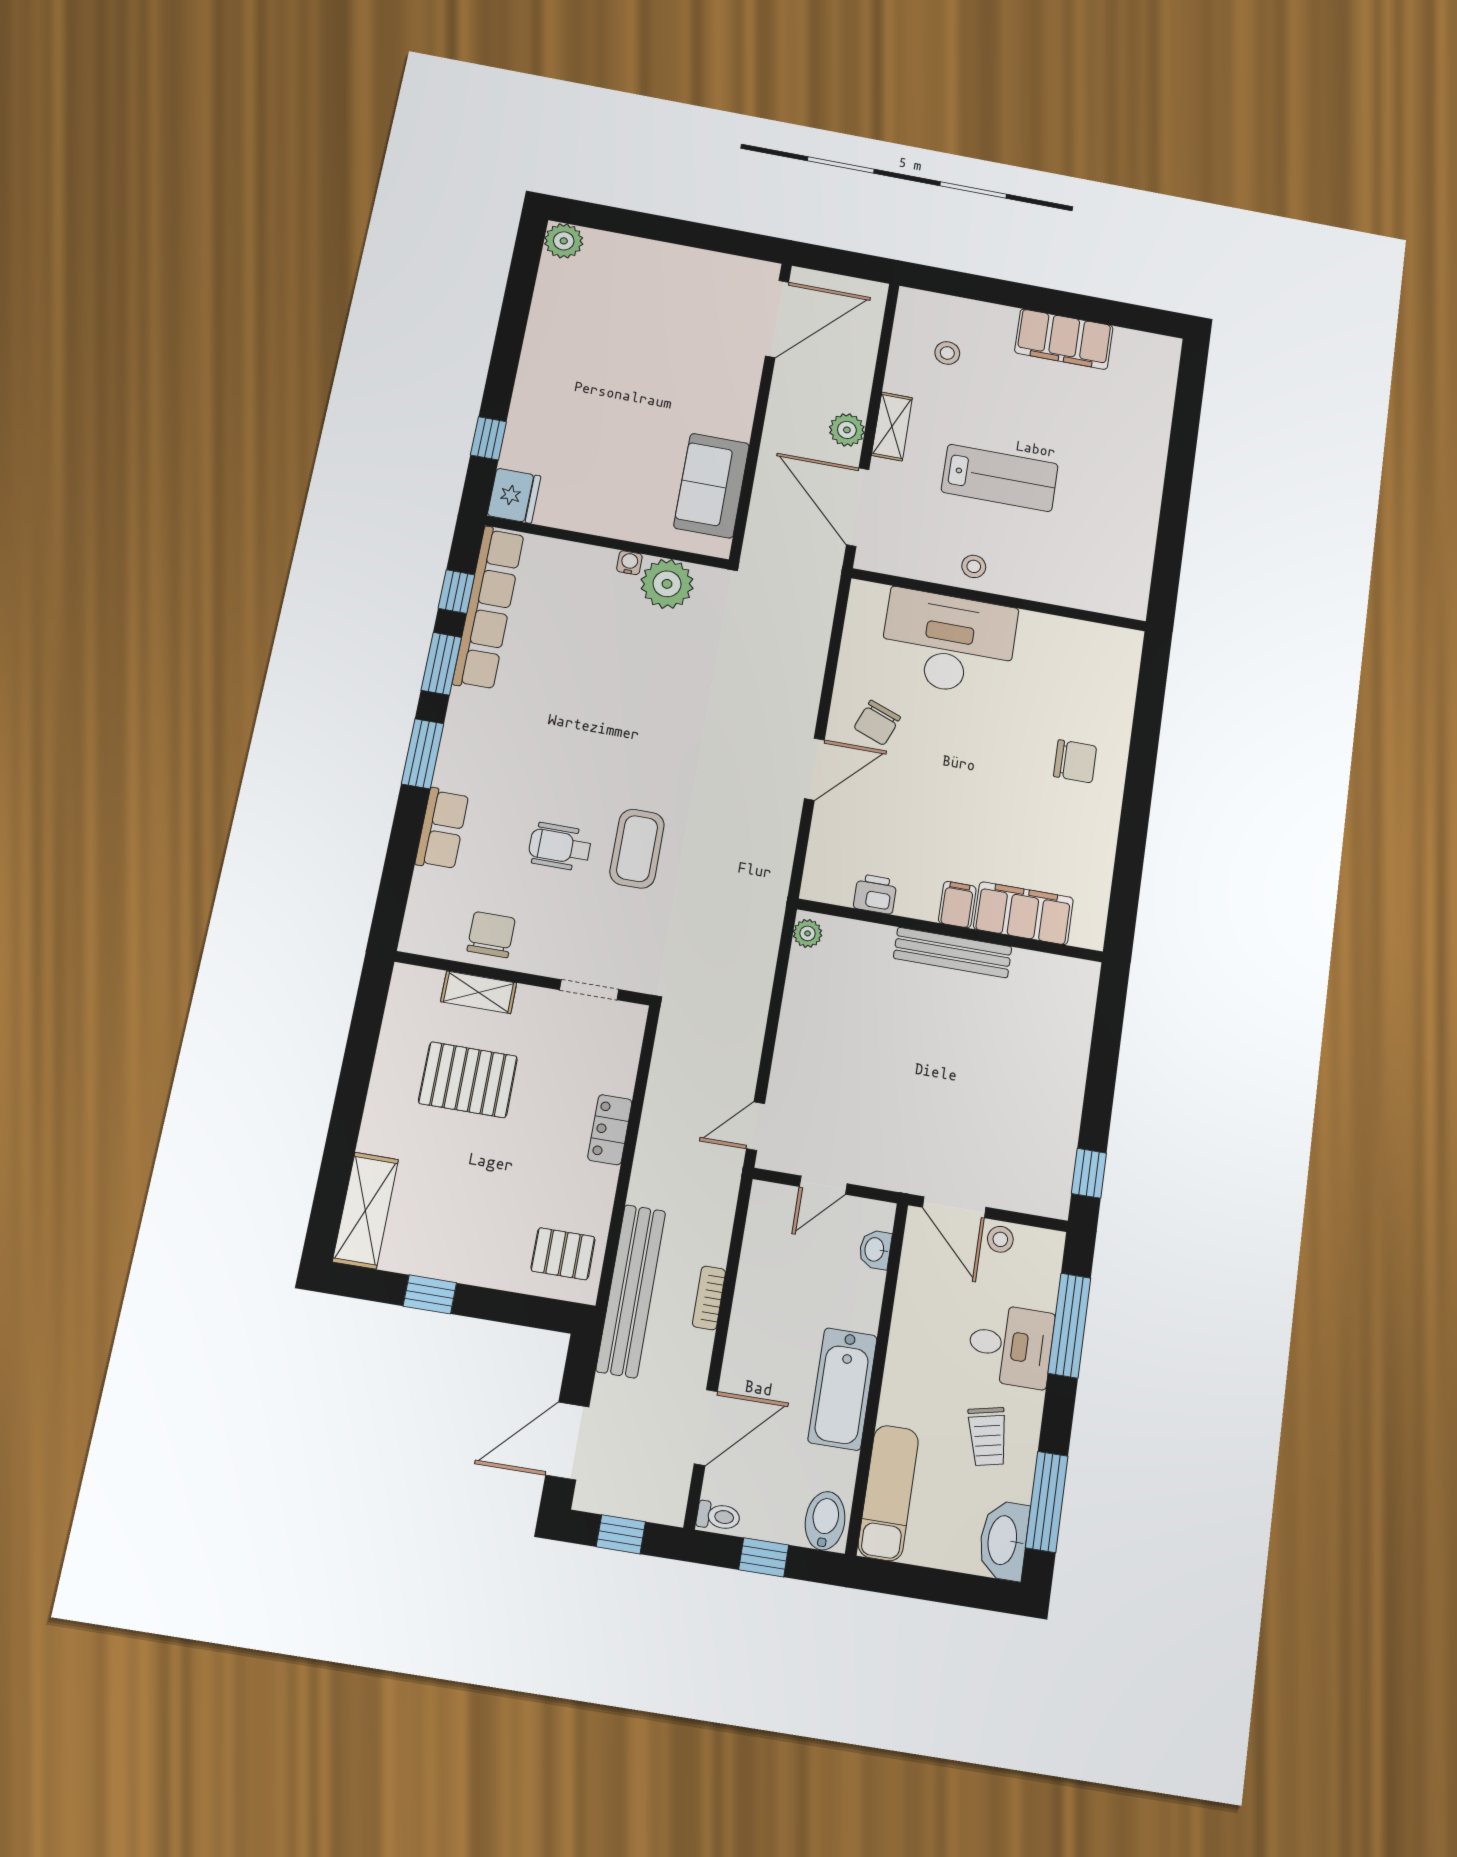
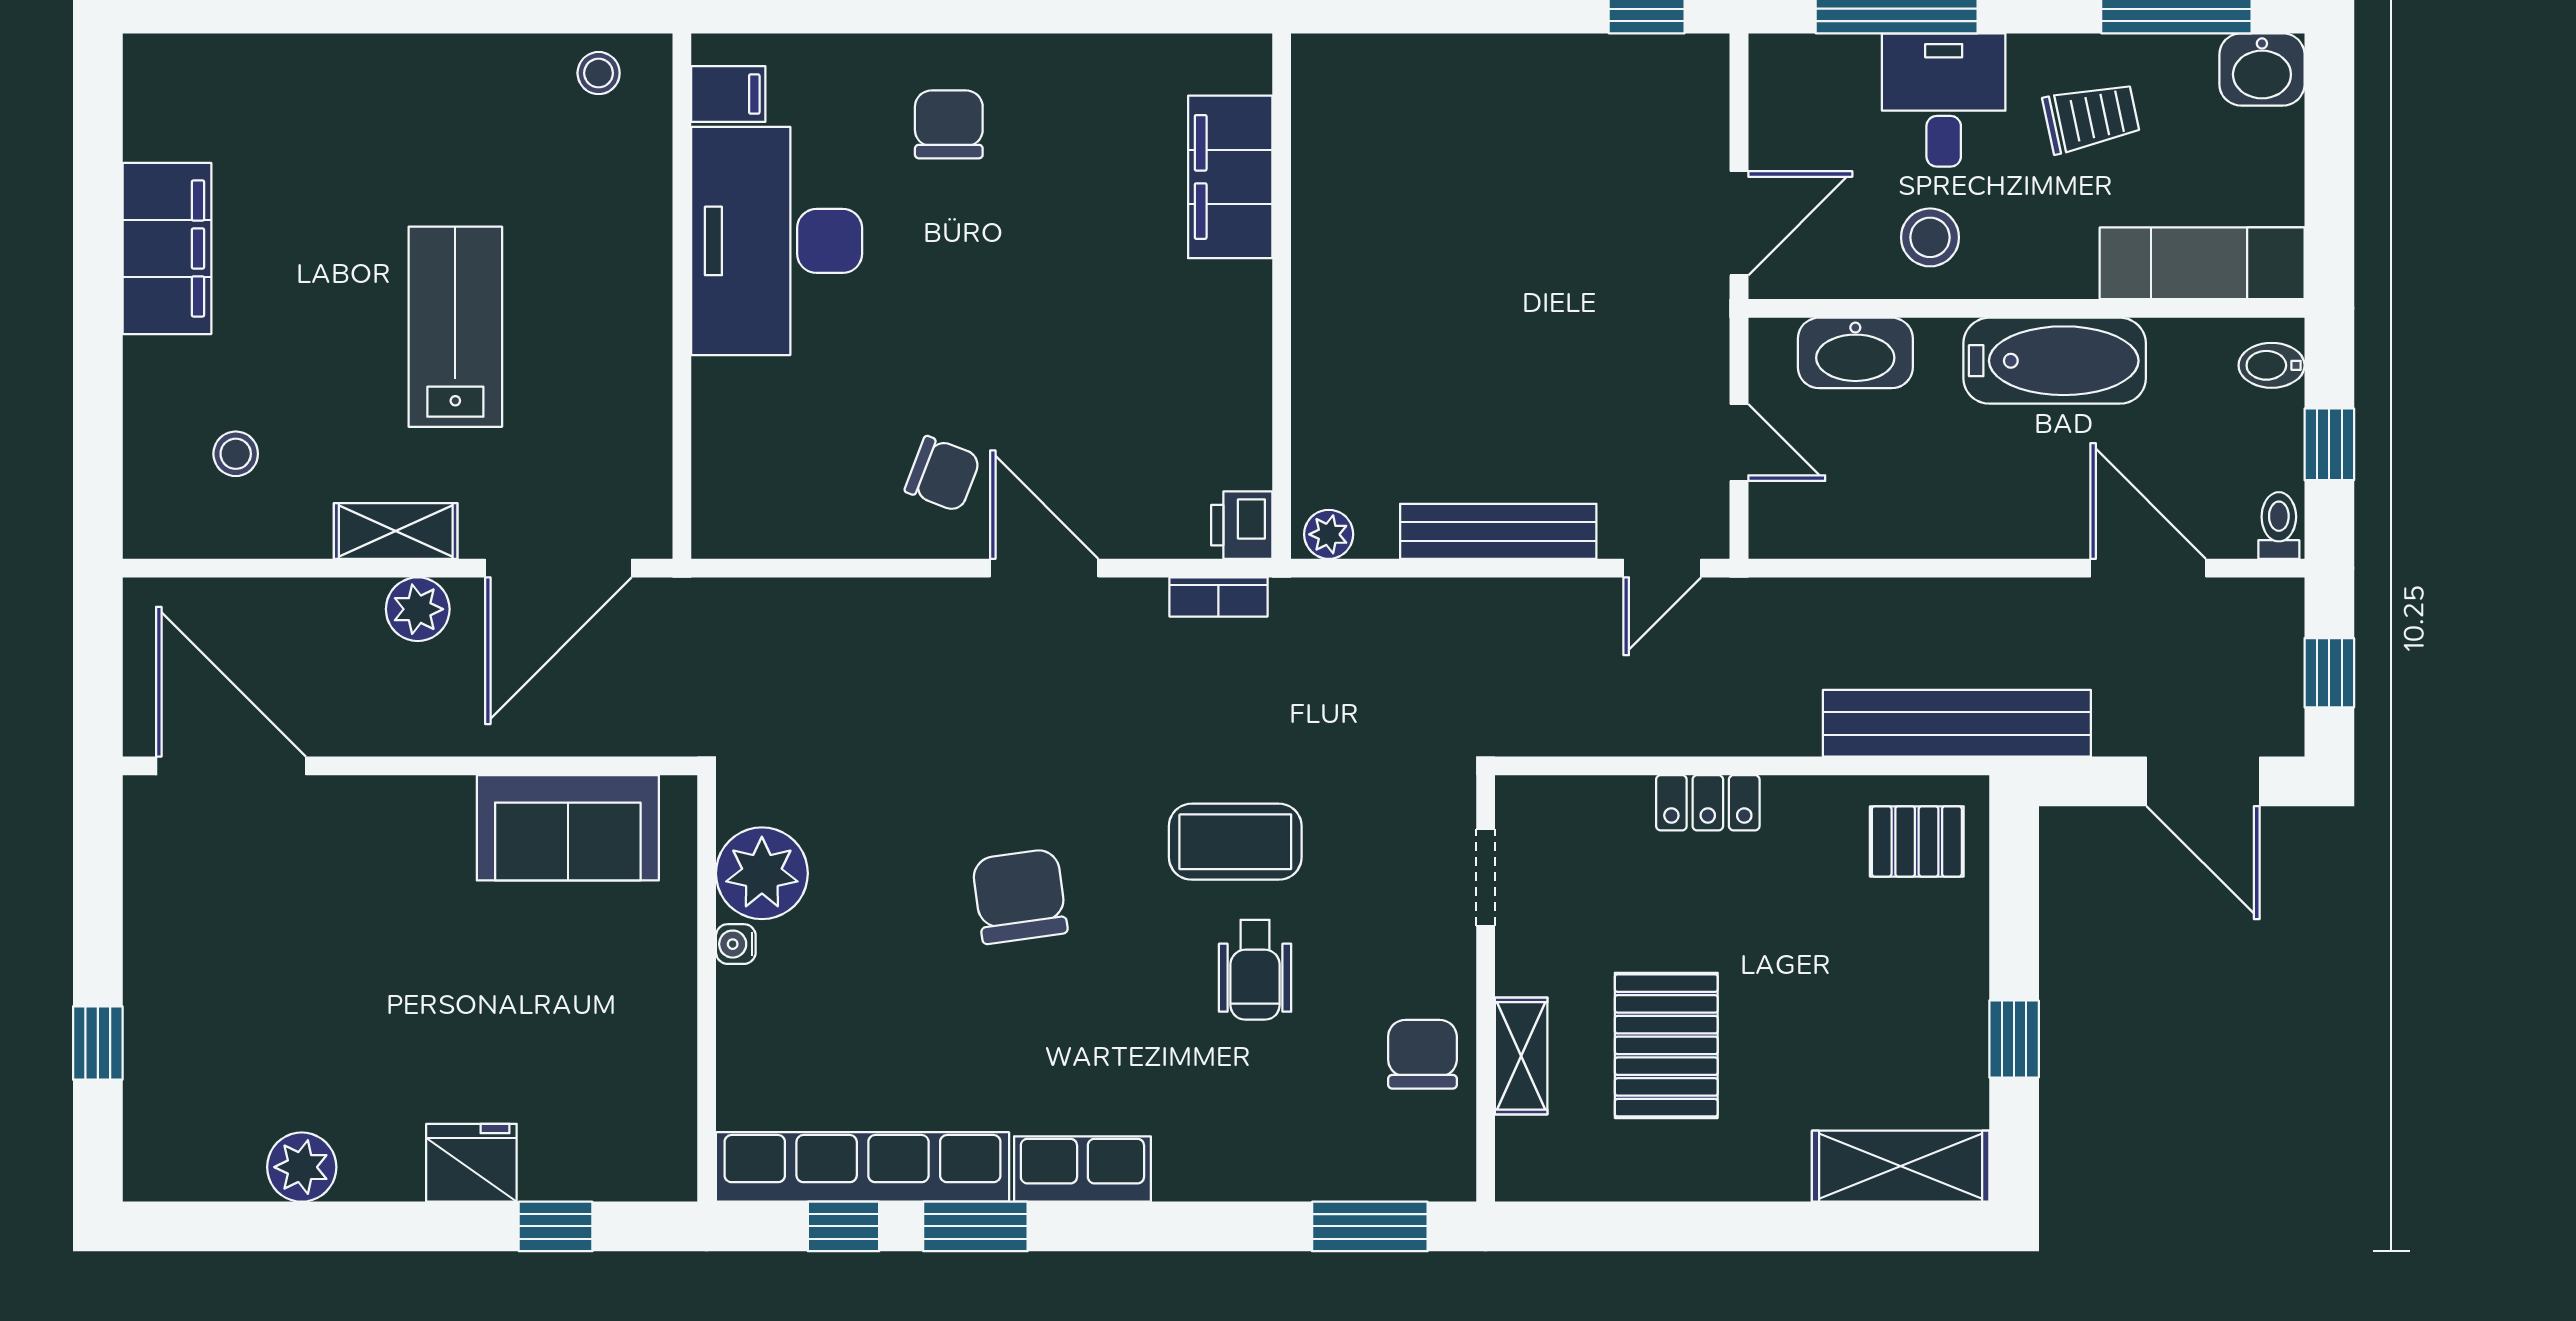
window: (638, 224) -> (98, 1043), added
plant: (564, 241) -> (302, 1167), moved
fridge: (514, 496) -> (471, 1163), moved
stool: (974, 566) -> (599, 73), moved
desk: (948, 643) -> (777, 241), moved
chair: (628, 722) -> (1020, 896), added
window: (423, 754) -> (1370, 1226), moved
row of seats: (442, 829) -> (1082, 1169), moved
printer: (875, 894) -> (1242, 525), moved
filing cabinet: (957, 905) -> (728, 94), moved, turned 180
chair: (491, 935) -> (1422, 1054), turned 90
bench: (953, 953) -> (1498, 531), moved, turned 90
door: (755, 1126) -> (1662, 568), hinge flipped
stool: (1000, 1239) -> (1930, 237), moved, width x1.37, depth x1.37
washbasin: (875, 1250) -> (1855, 353), width x1.91, depth x1.45
pallet: (563, 1254) -> (1917, 841), turned 90
bookcase: (709, 1298) -> (1218, 597), moved
bidet: (825, 1521) -> (2272, 365), width x0.72, depth x0.74
washbasin: (1004, 1540) -> (2262, 69), width x0.72

